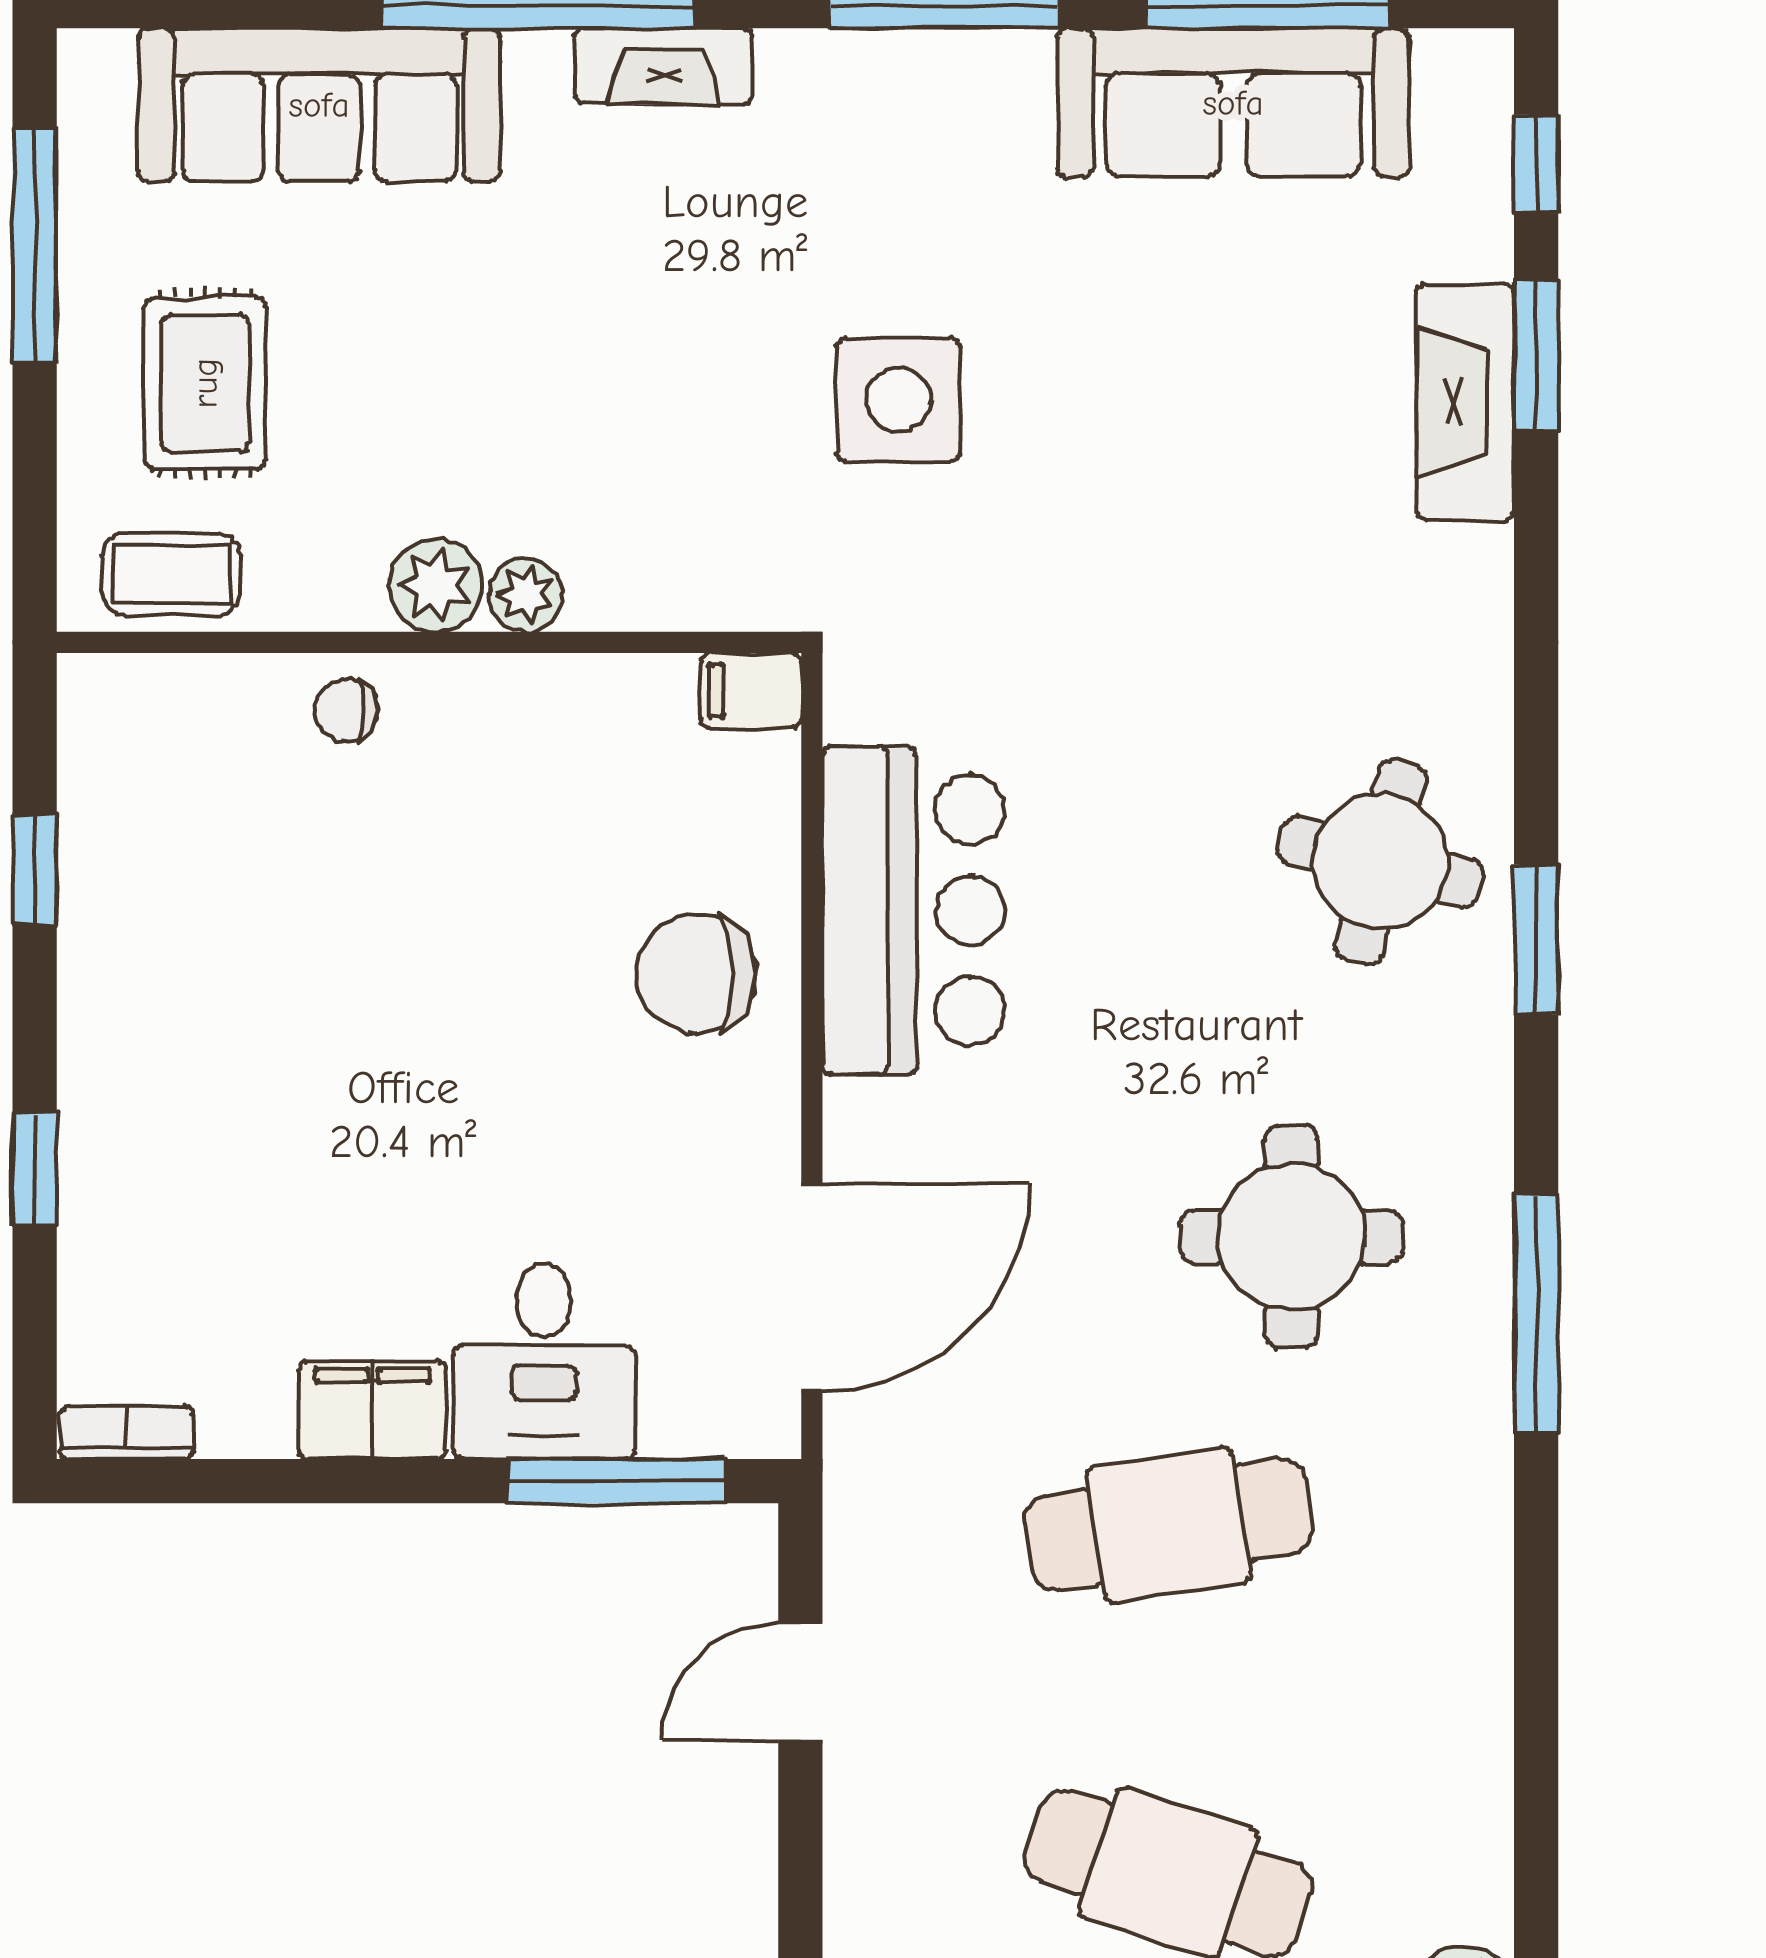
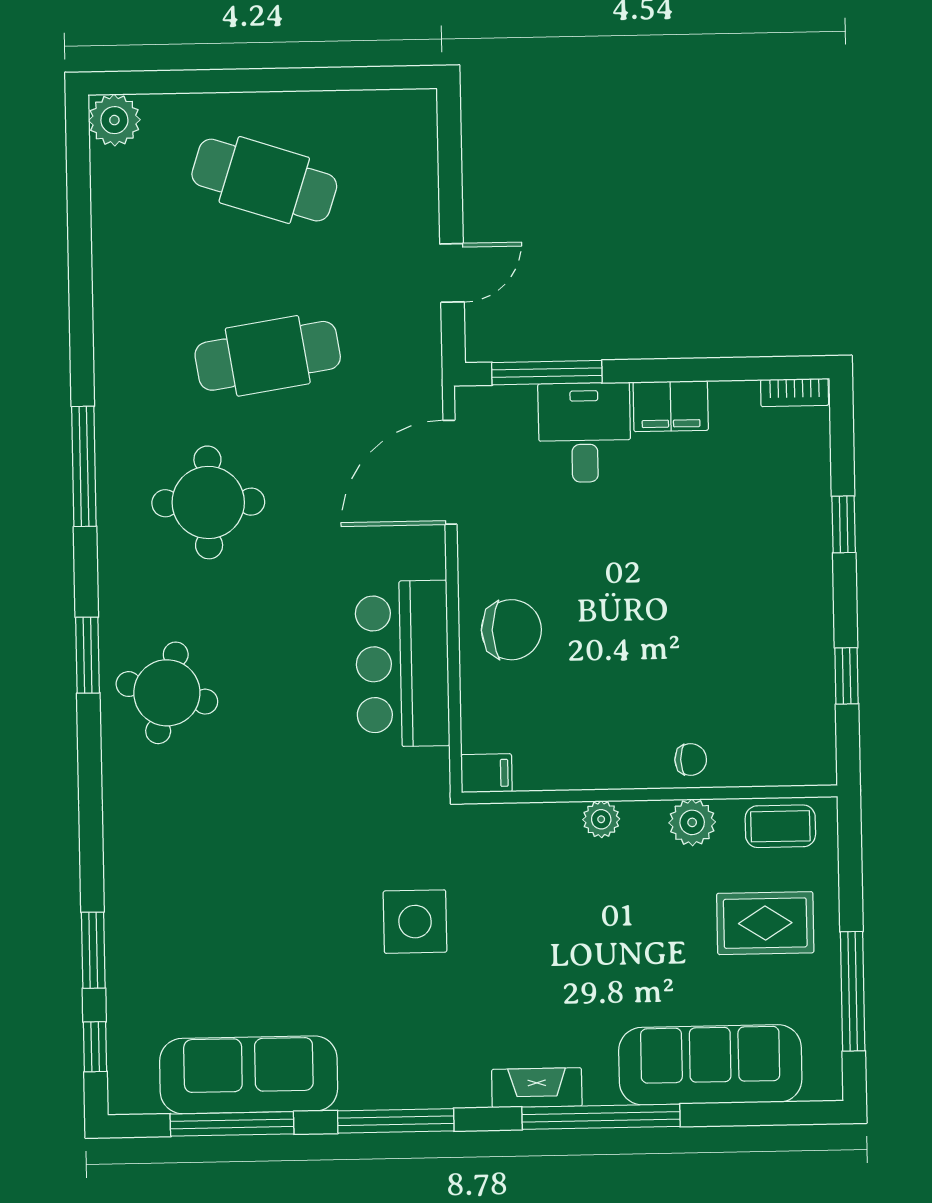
rug: (205, 383) -> (765, 923), turned 90
fireplace: (1466, 402) -> (128, 926), removed
plant: (436, 585) -> (692, 822), moved

